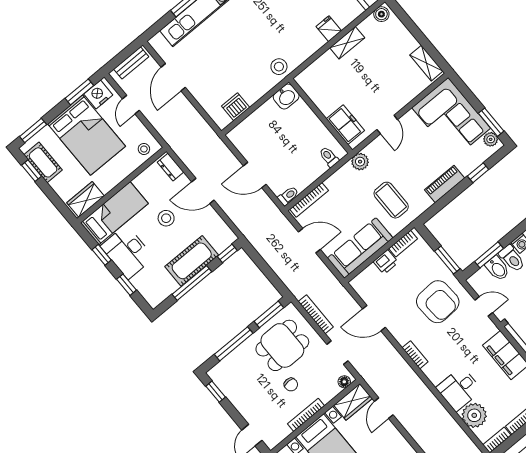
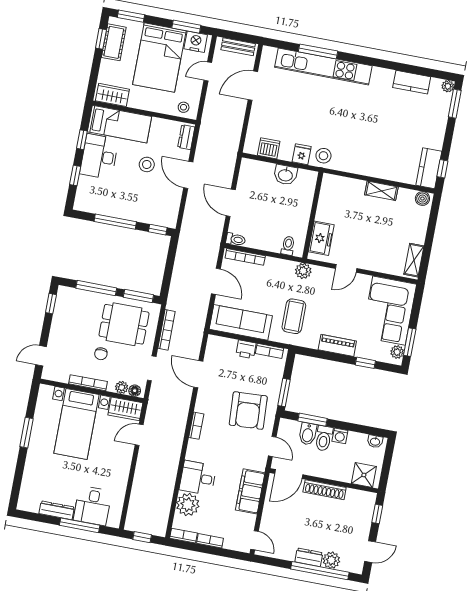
fridge: (329, 29) -> (302, 154), moved
washbasin: (286, 97) -> (285, 175), moved
cot: (192, 261) -> (131, 208), removed
plant: (333, 390) -> (122, 387), added

